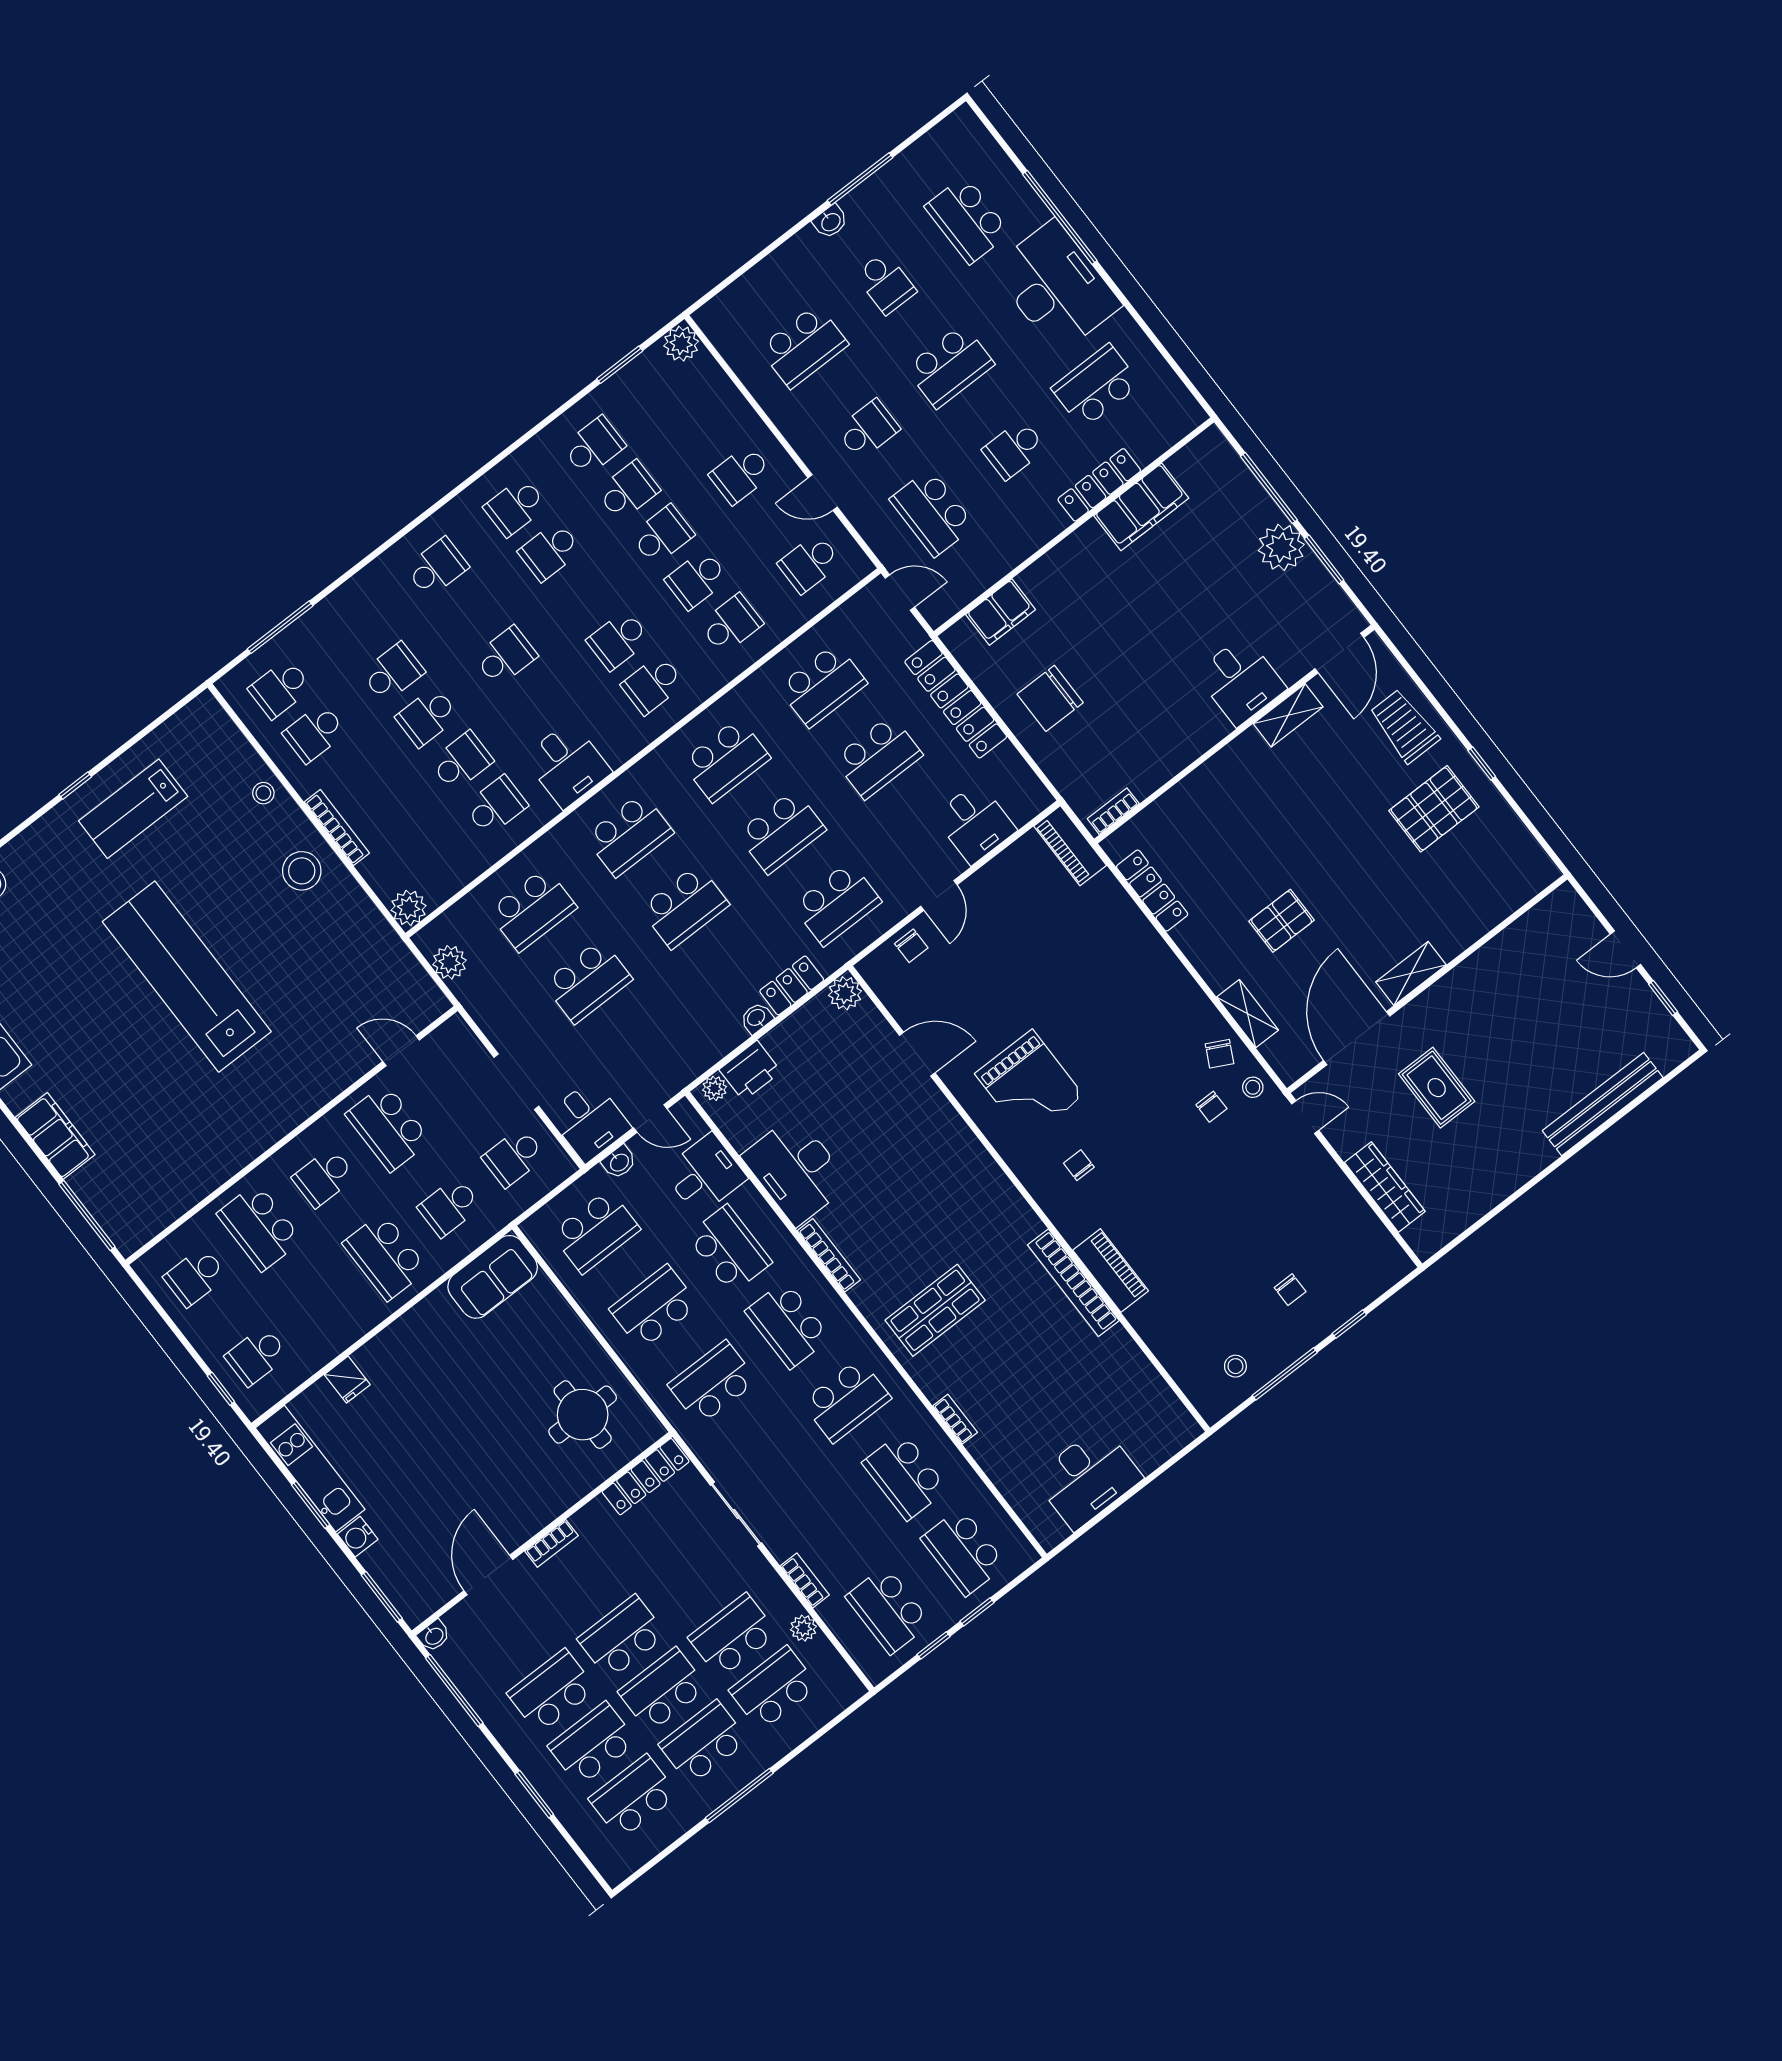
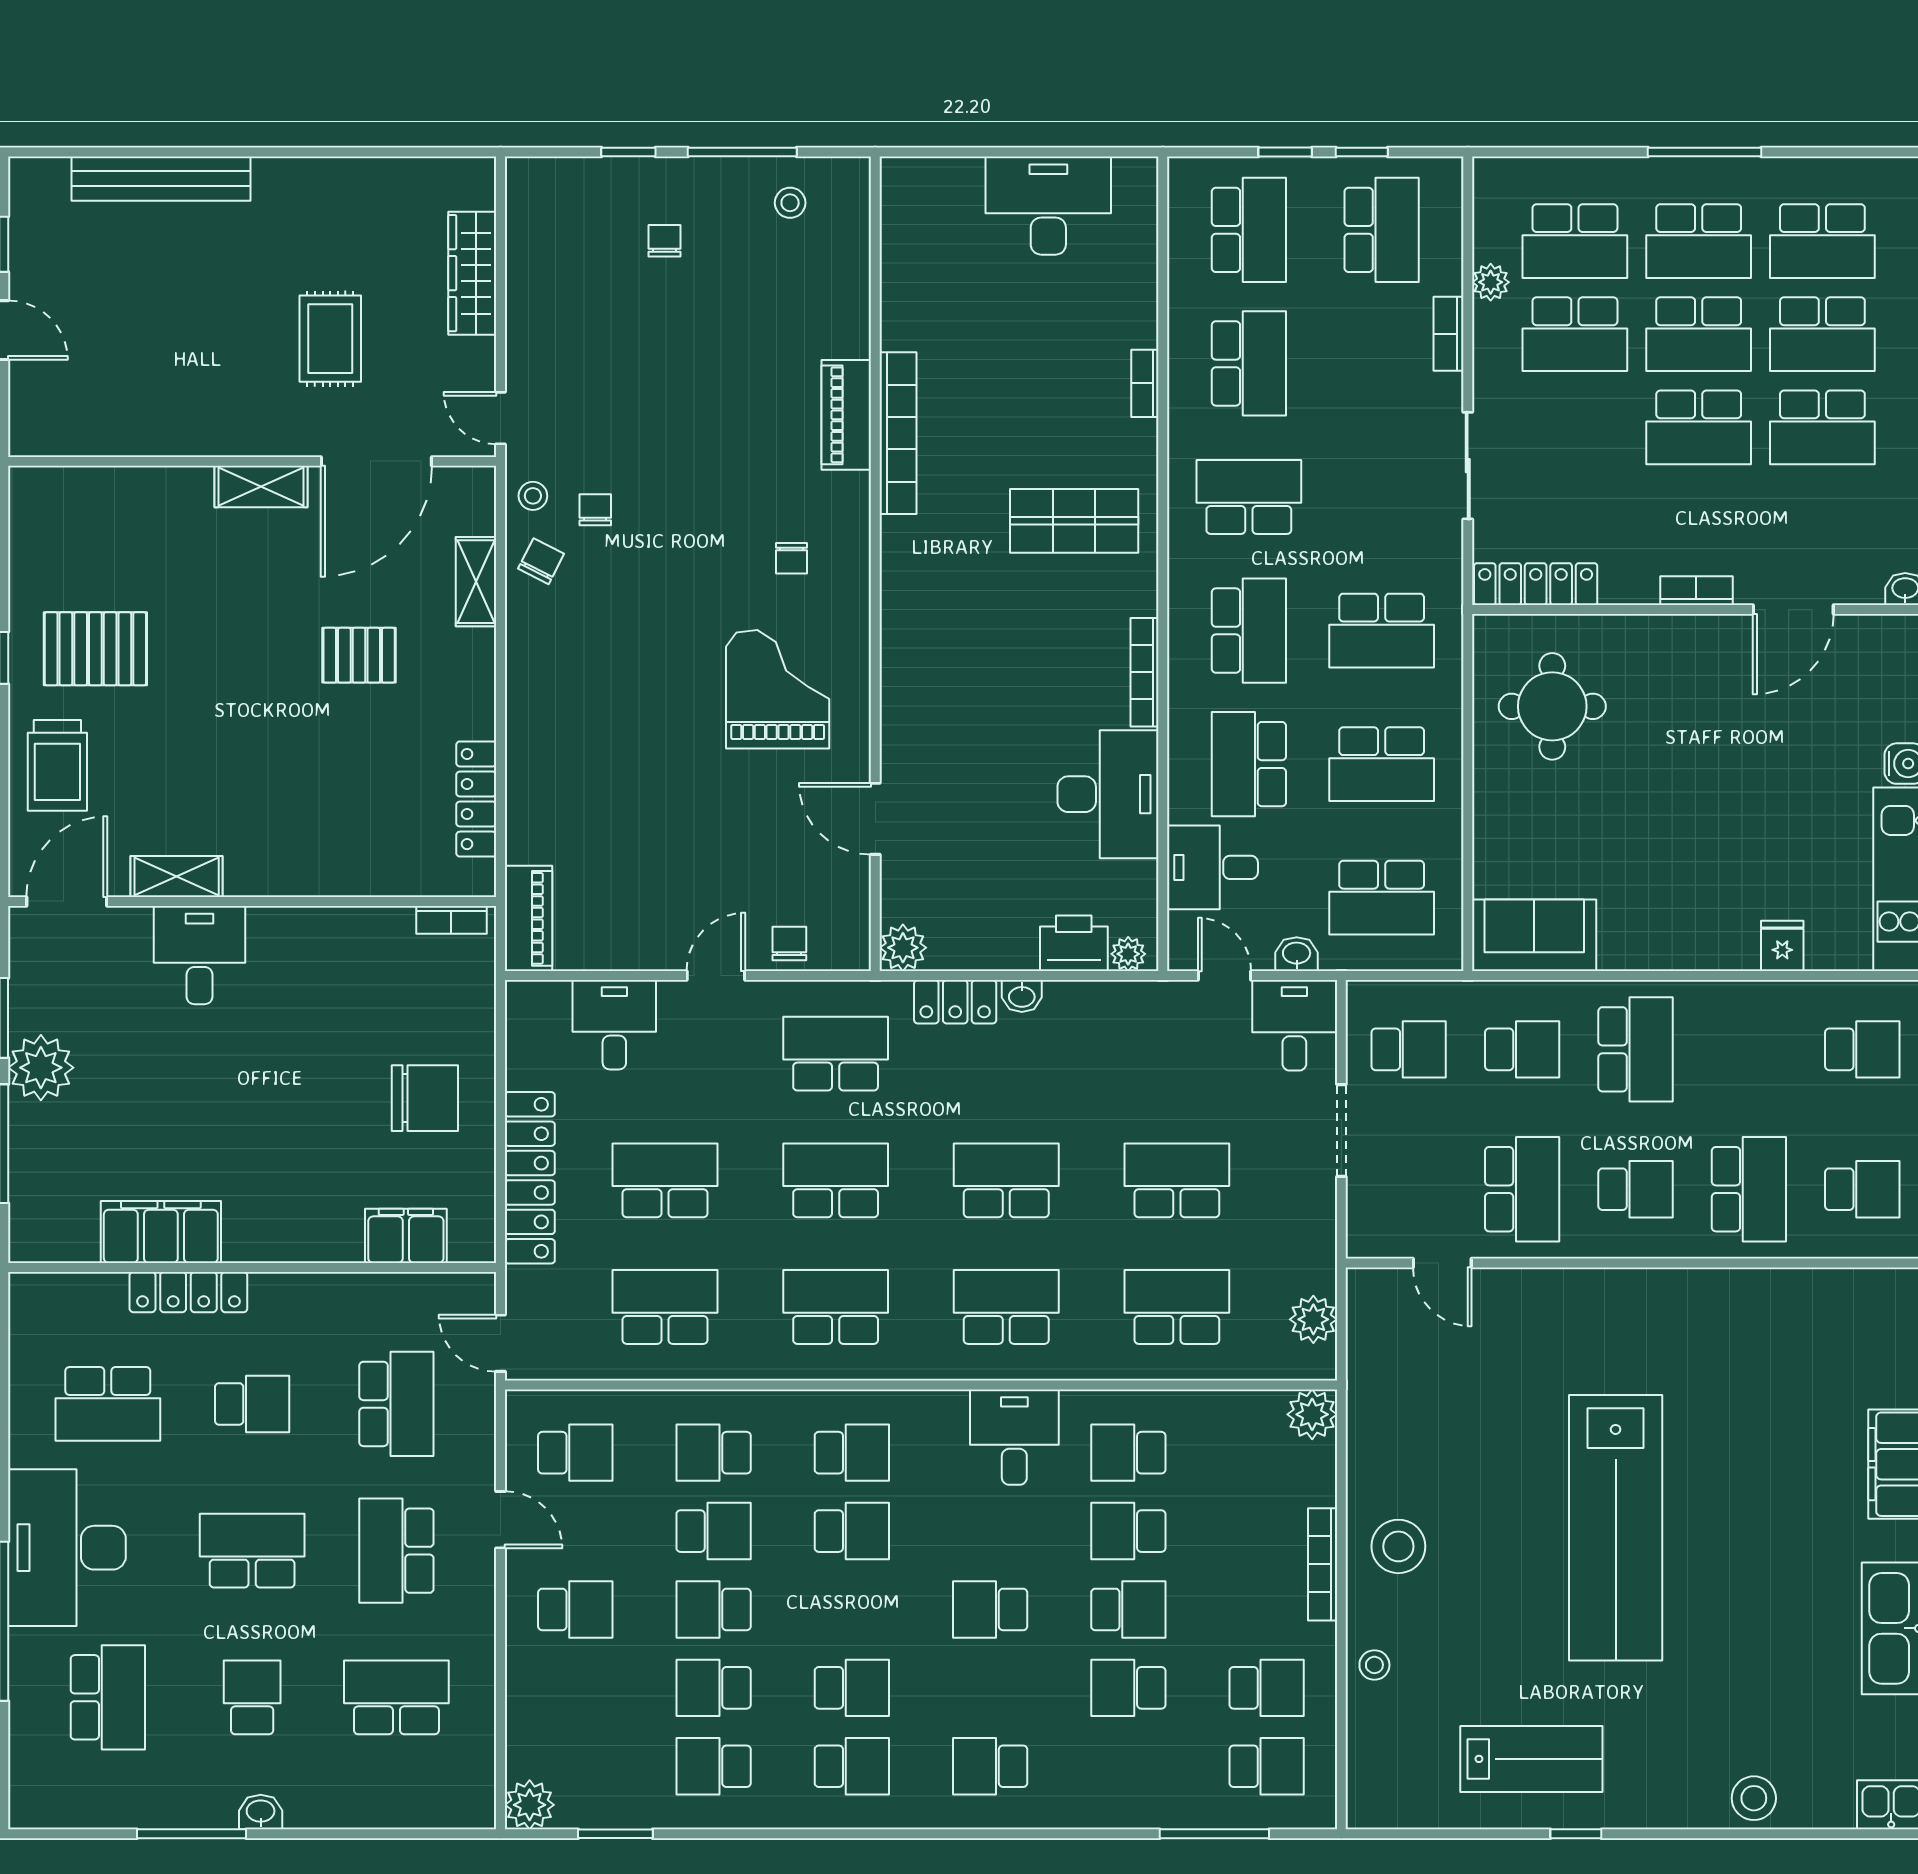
school desk: (868, 429) -> (396, 1551), width x1.85
school desk: (596, 1231) -> (1382, 898), turned 180

